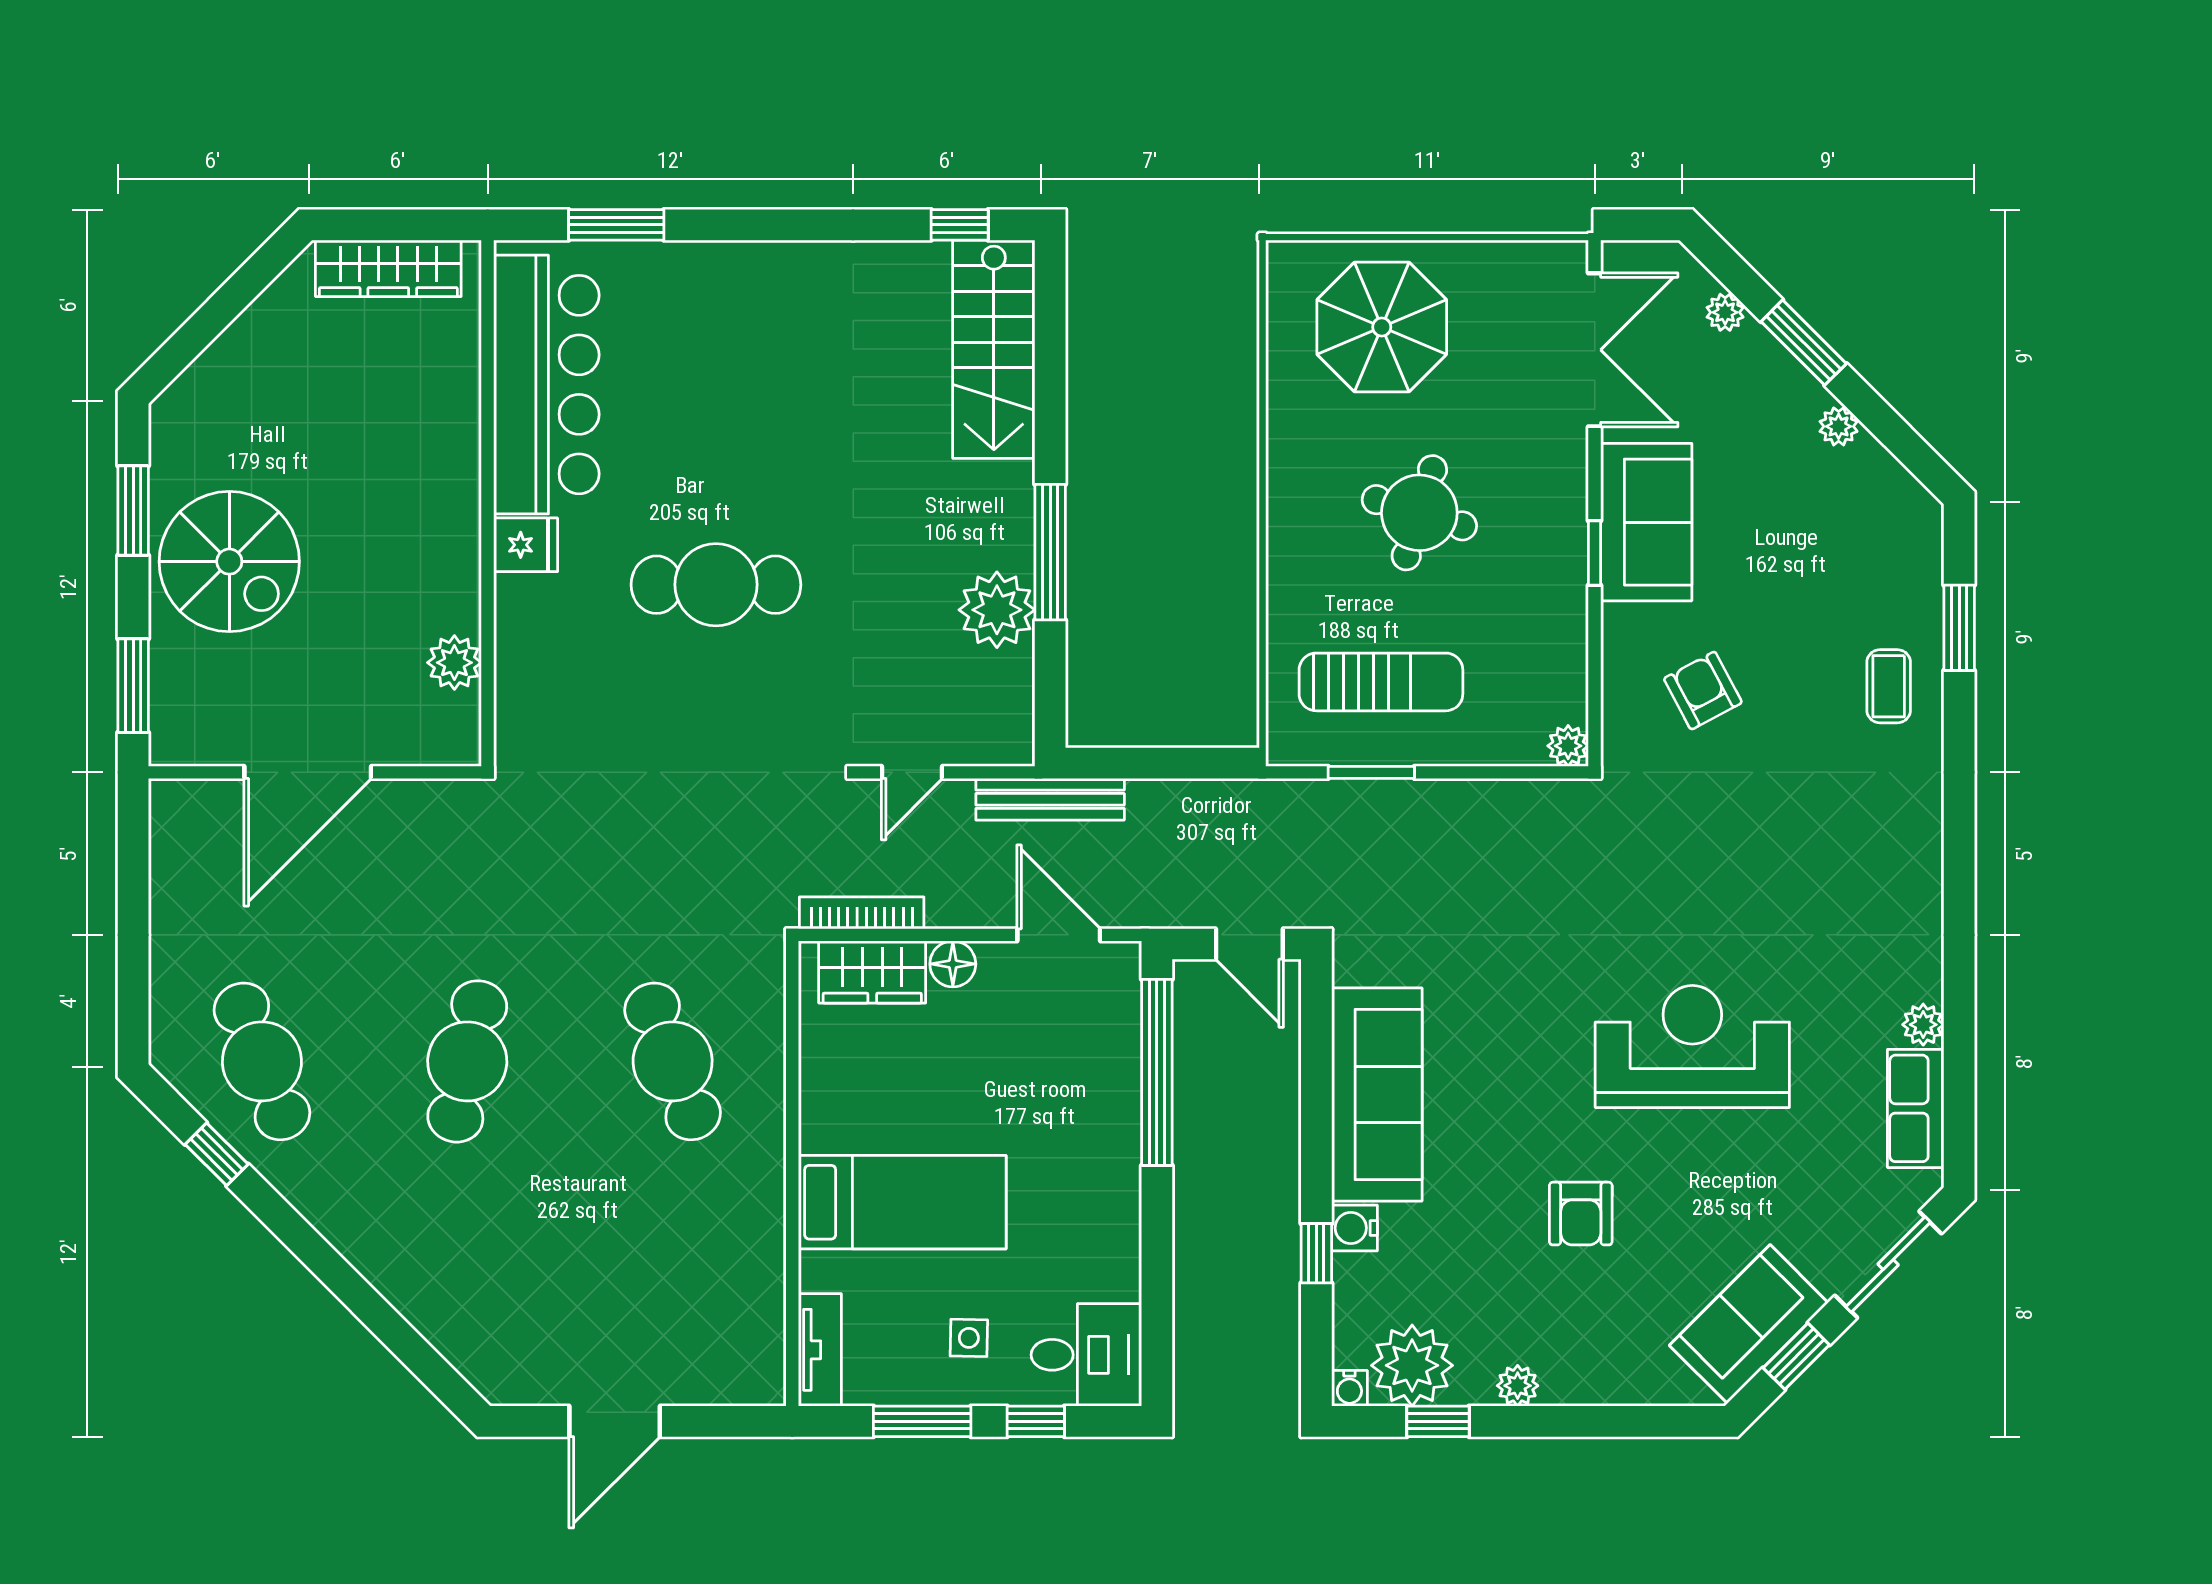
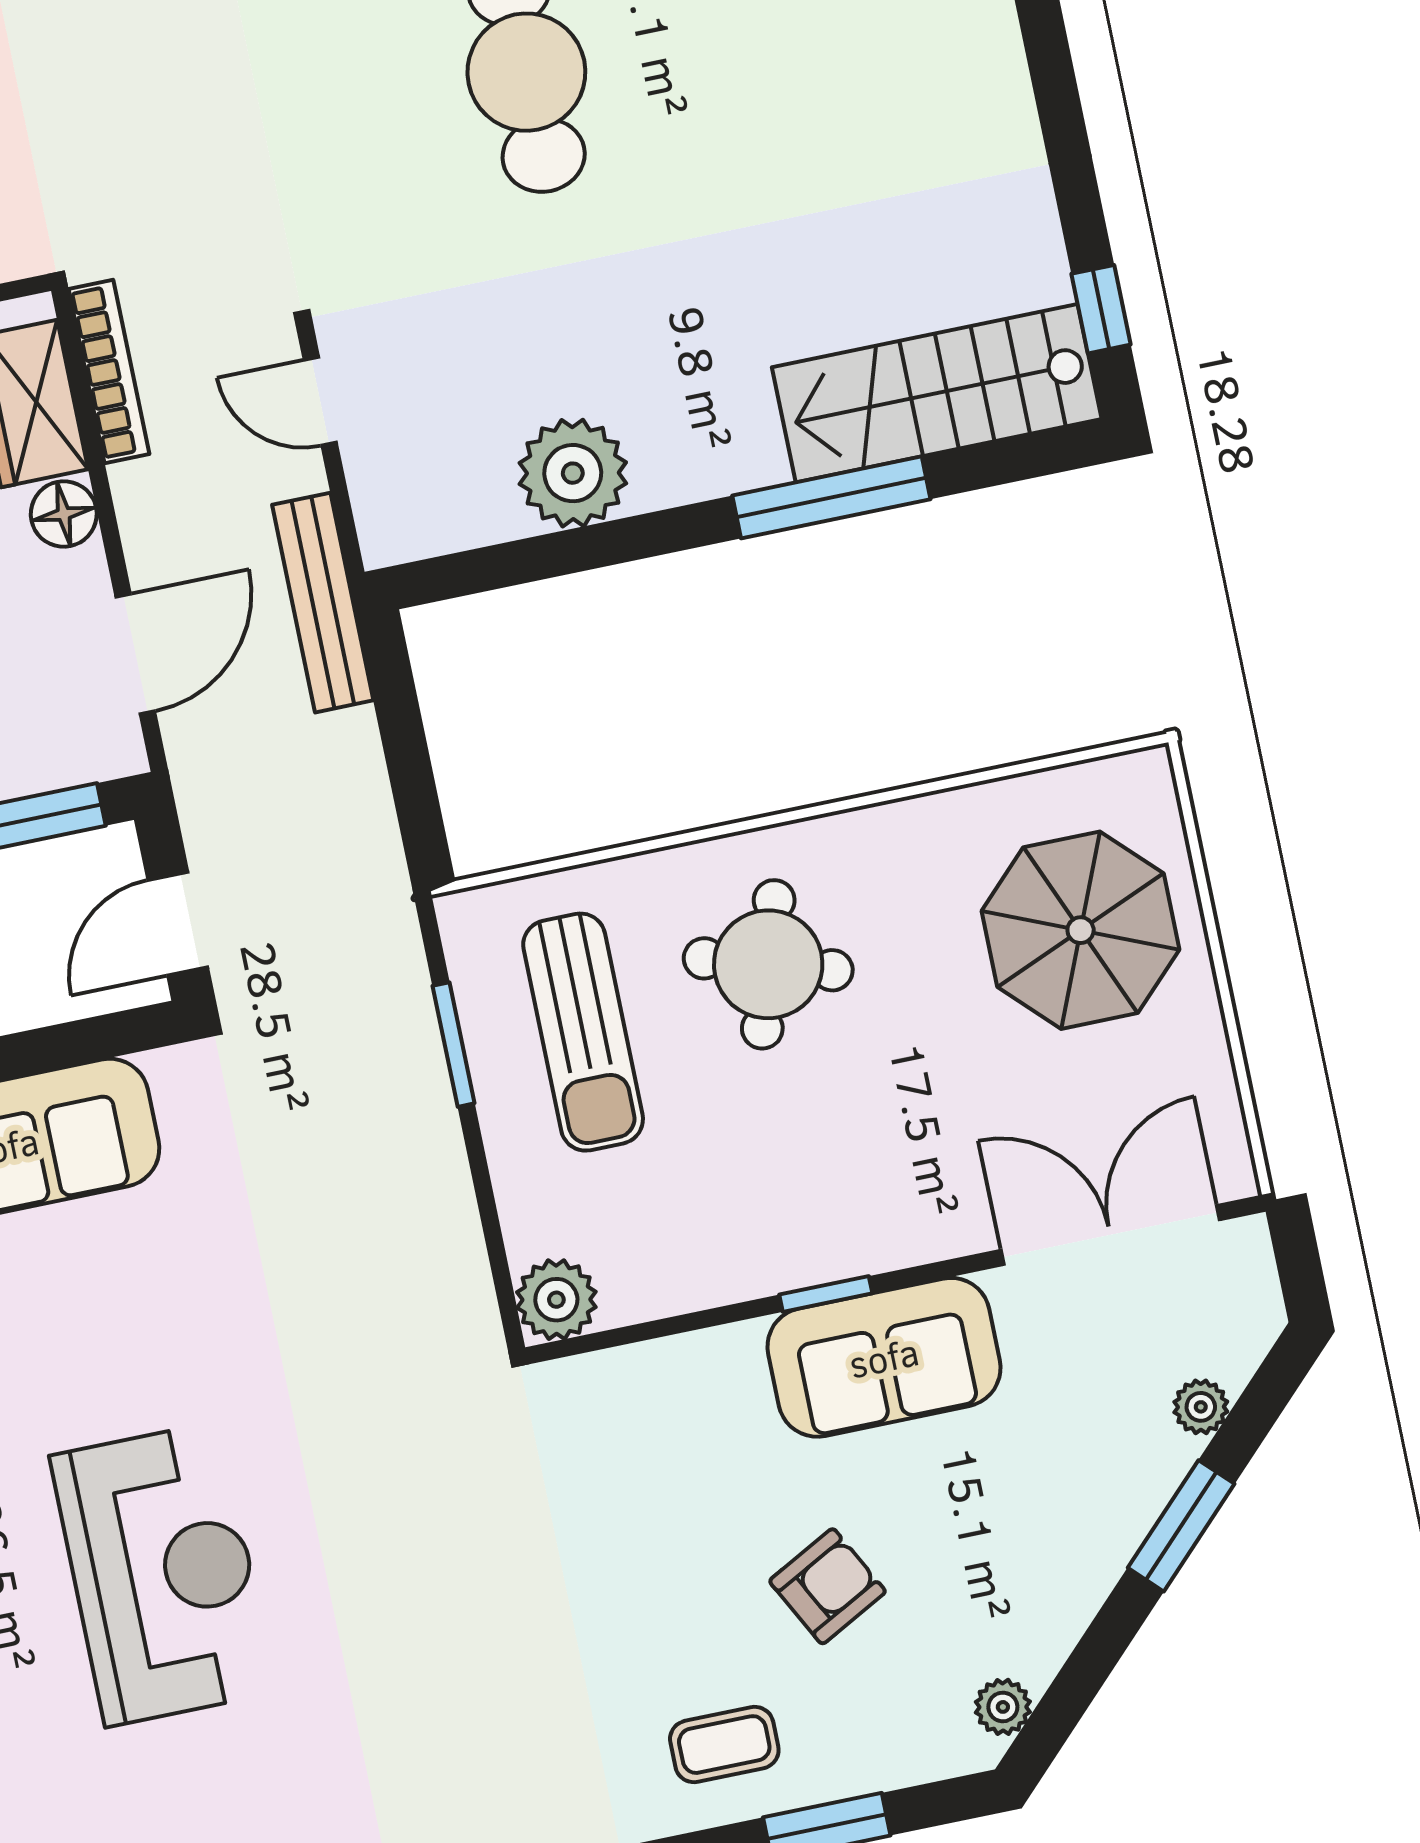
double door: (1595, 350) -> (1110, 1235), swing flipped
plant: (1839, 426) -> (1003, 1707), moved
round table: (1419, 513) -> (768, 964), moved
window: (1050, 552) -> (831, 497), moved
armchair: (1703, 691) -> (827, 1586), moved
plant: (1568, 746) -> (556, 1300), width x1.38, depth x1.38

